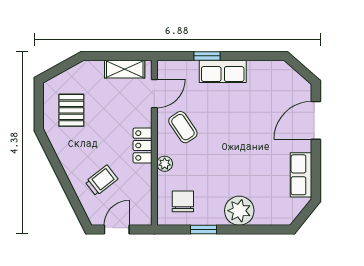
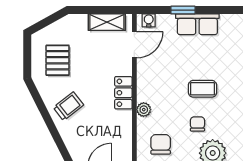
water cooler: (170, 67) -> (149, 20), added
coffee table: (183, 127) -> (203, 89), moved, turned -56
chair: (223, 179) -> (197, 124), added
trolley: (102, 180) -> (68, 106), moved

